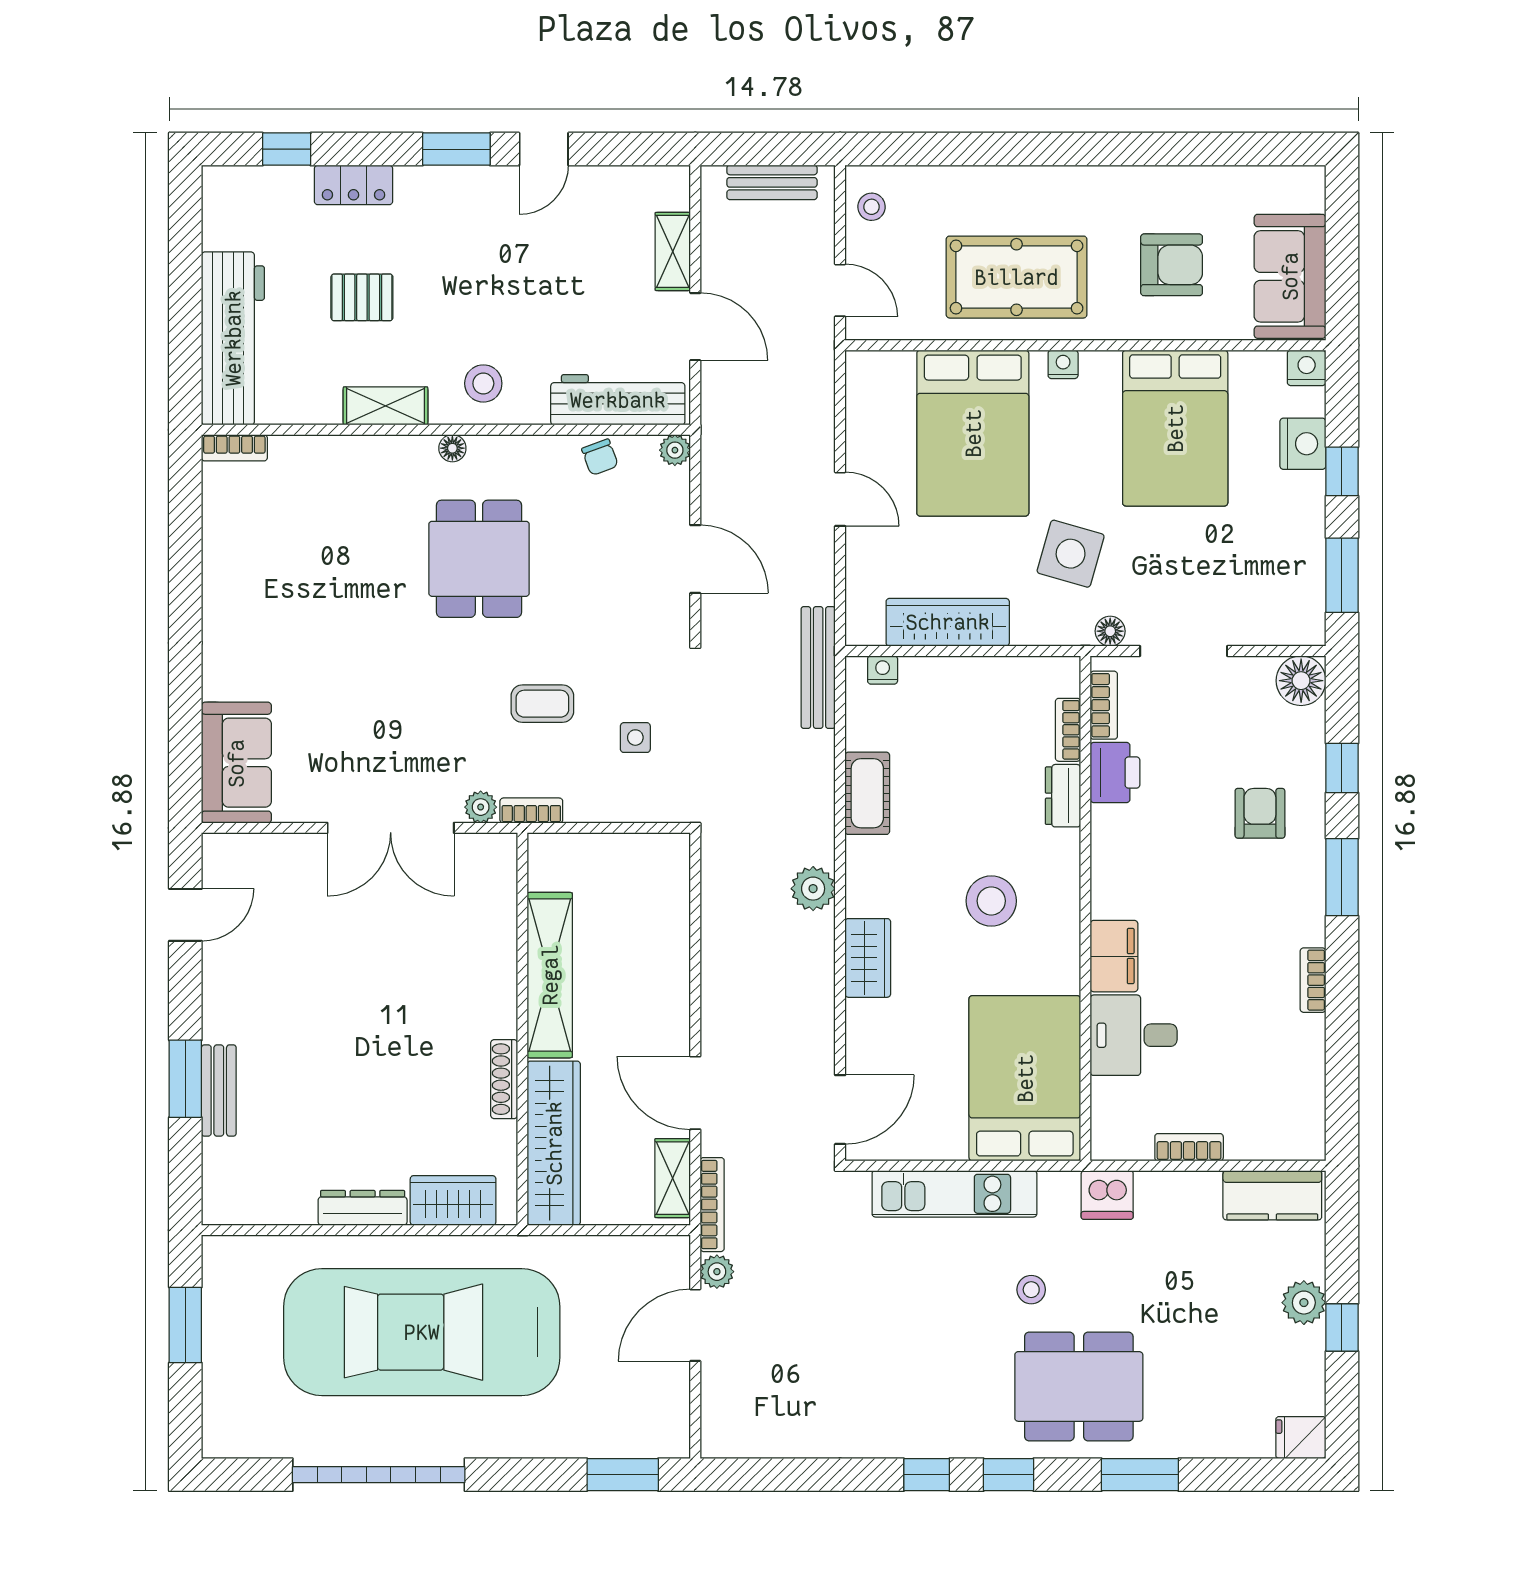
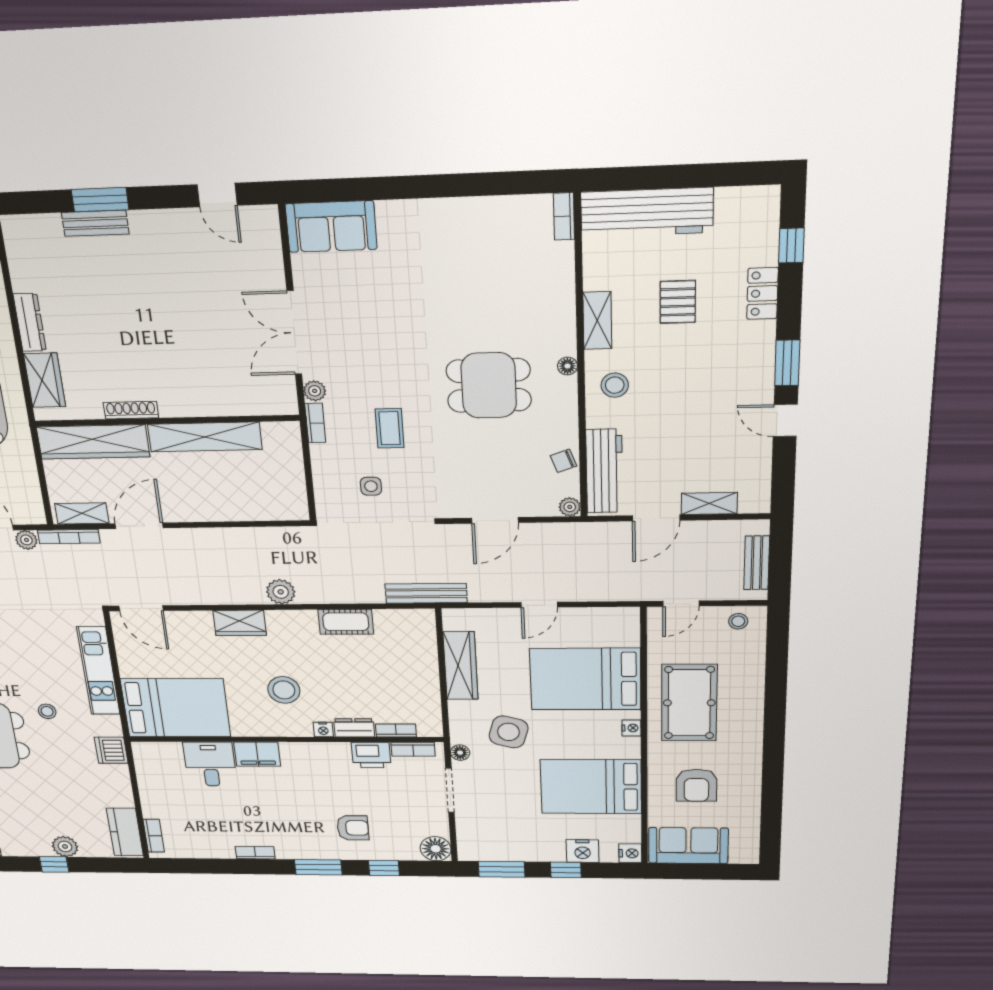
nightstand: (883, 670) -> (323, 730), moved, turned 90
bookcase: (1189, 1147) -> (154, 836), moved

